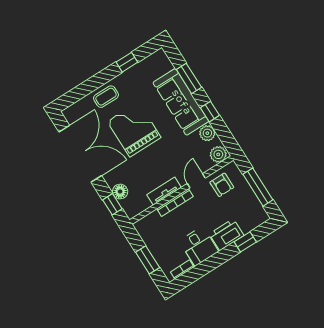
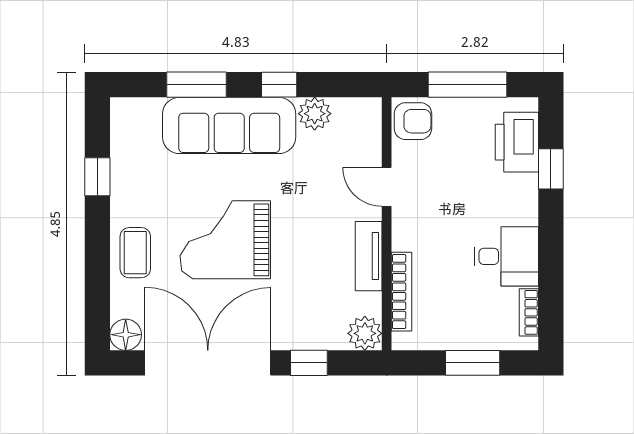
plant: (218, 154) -> (365, 333), moved
armchair: (222, 185) -> (413, 121), moved
floor lamp: (120, 192) -> (126, 335), moved
bookcase: (175, 203) -> (401, 292), moved
window: (112, 204) -> (309, 363), moved
printer: (227, 235) -> (517, 142), moved

